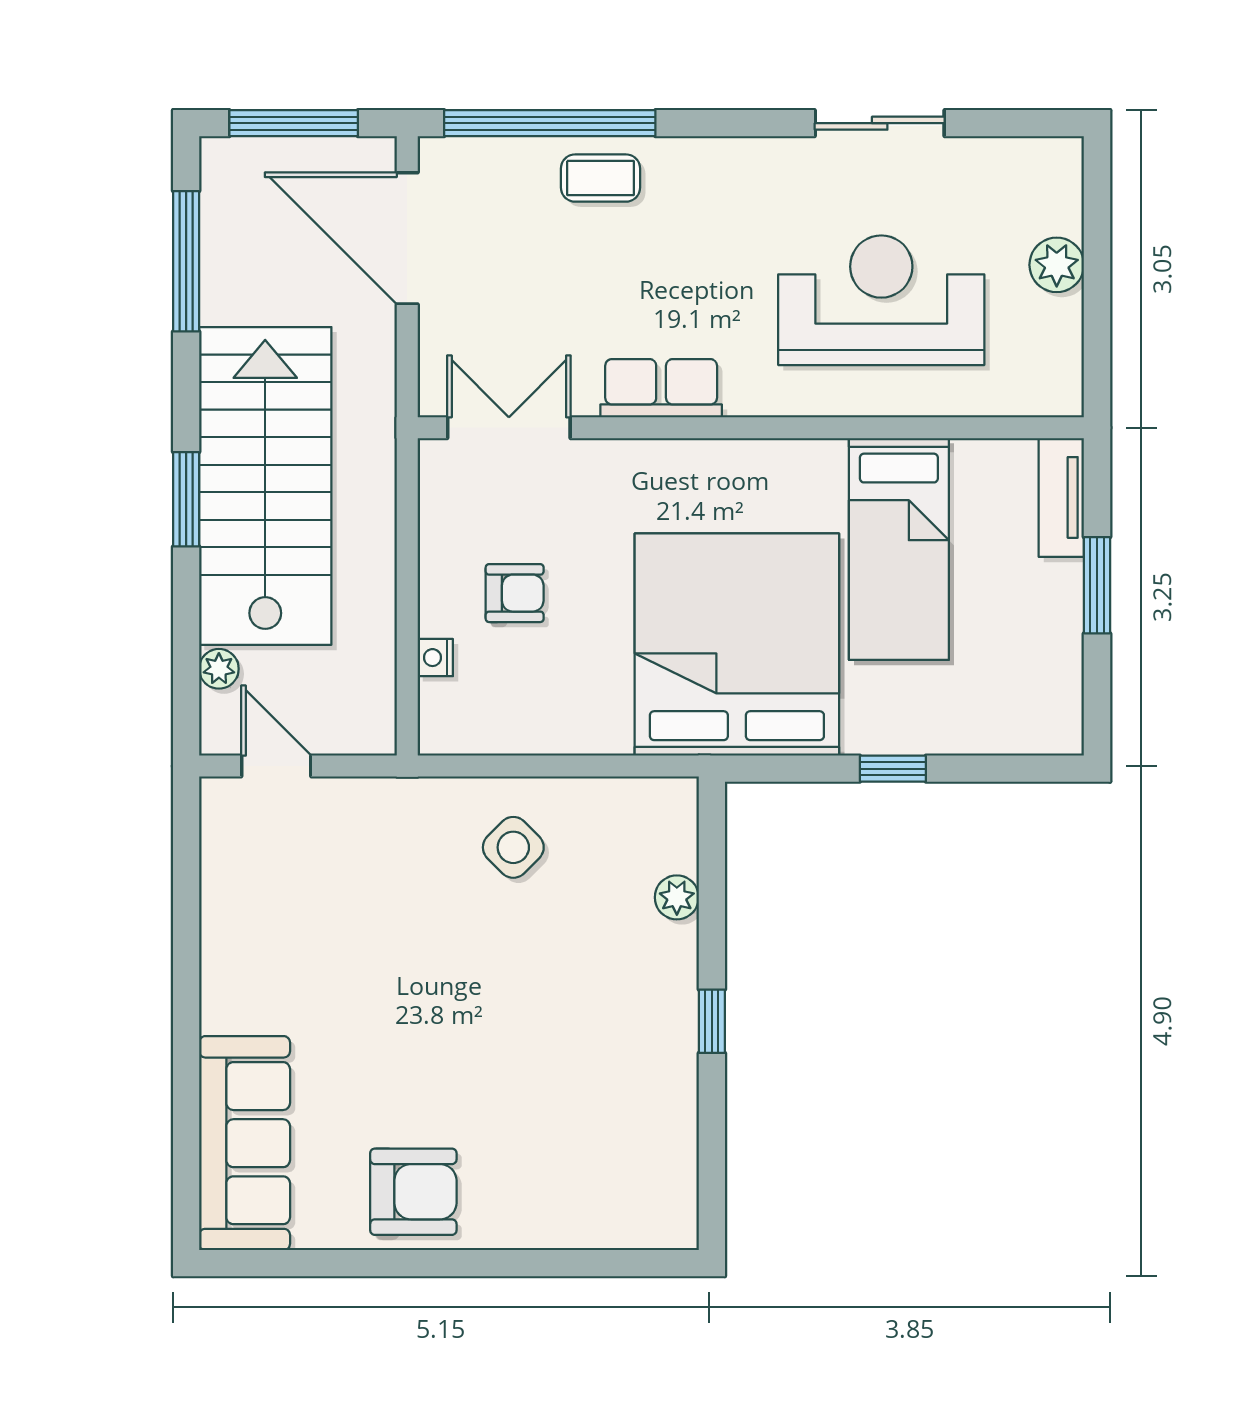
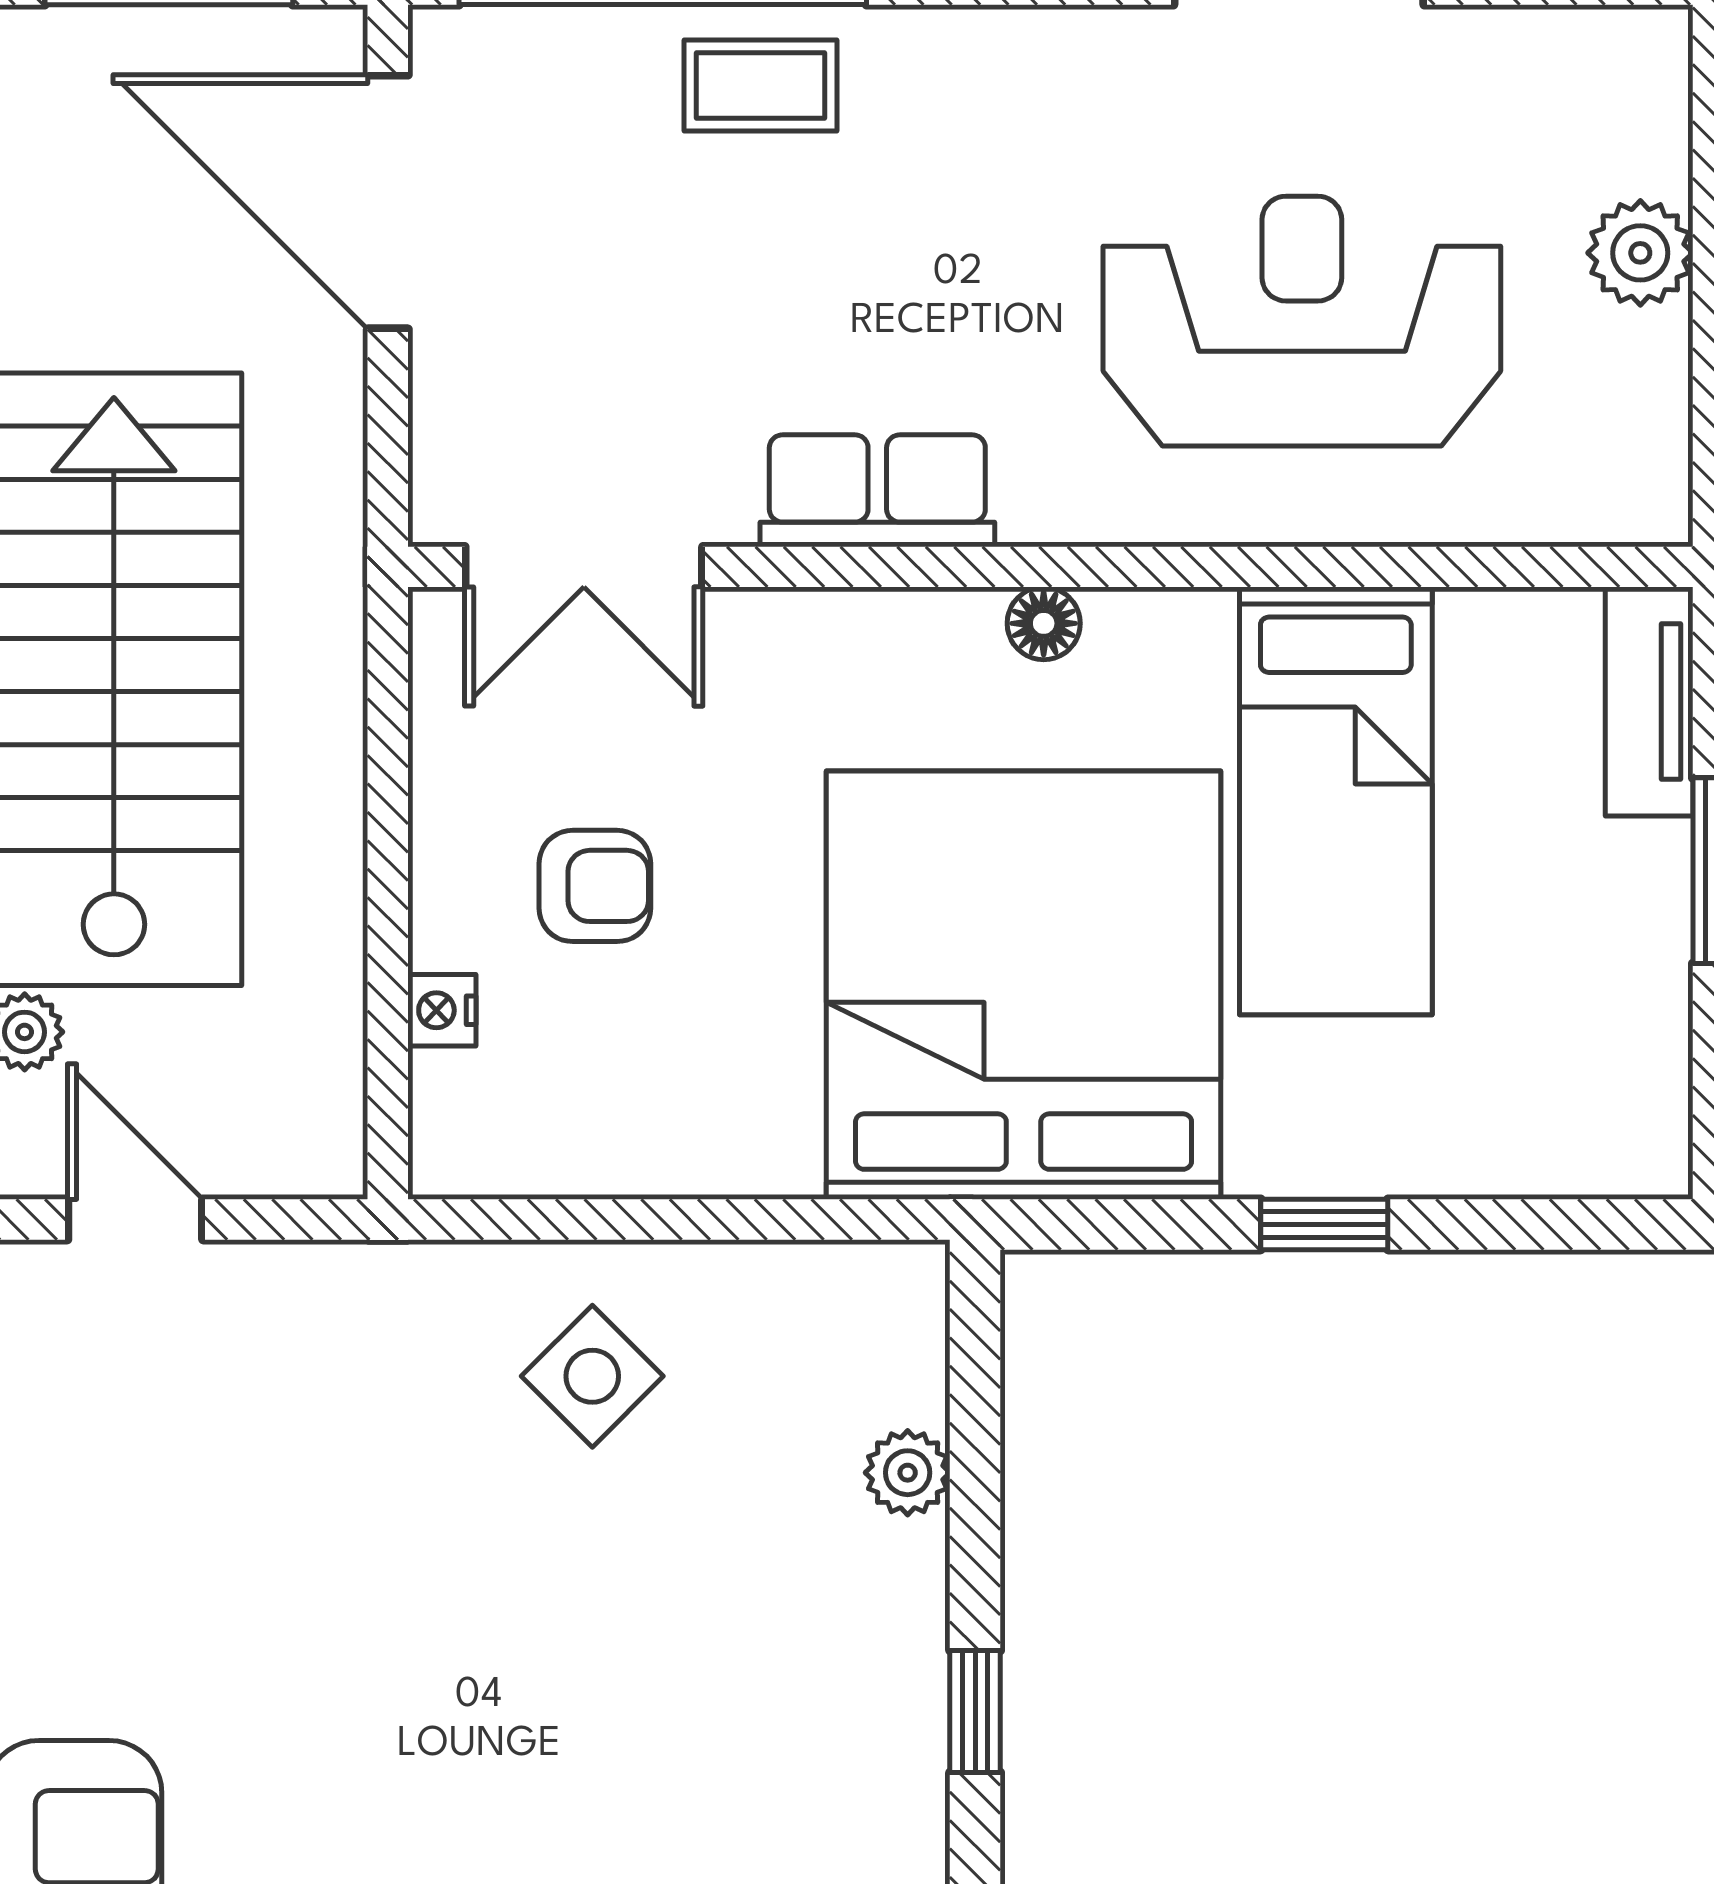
double door: (509, 428) -> (584, 567), swing flipped
floor lamp: (747, 457) -> (1044, 623), added

